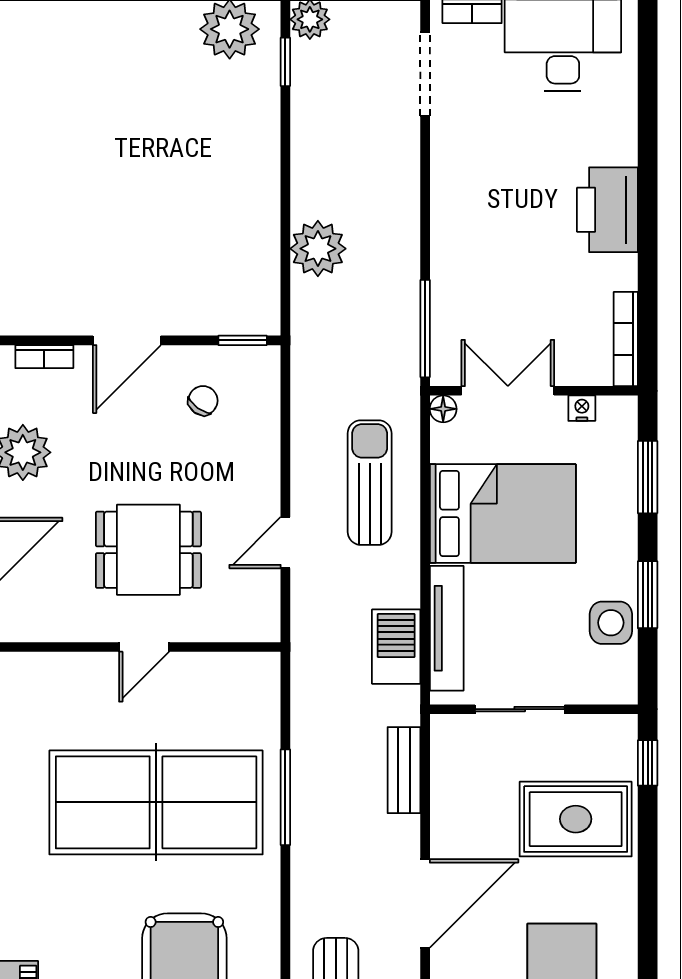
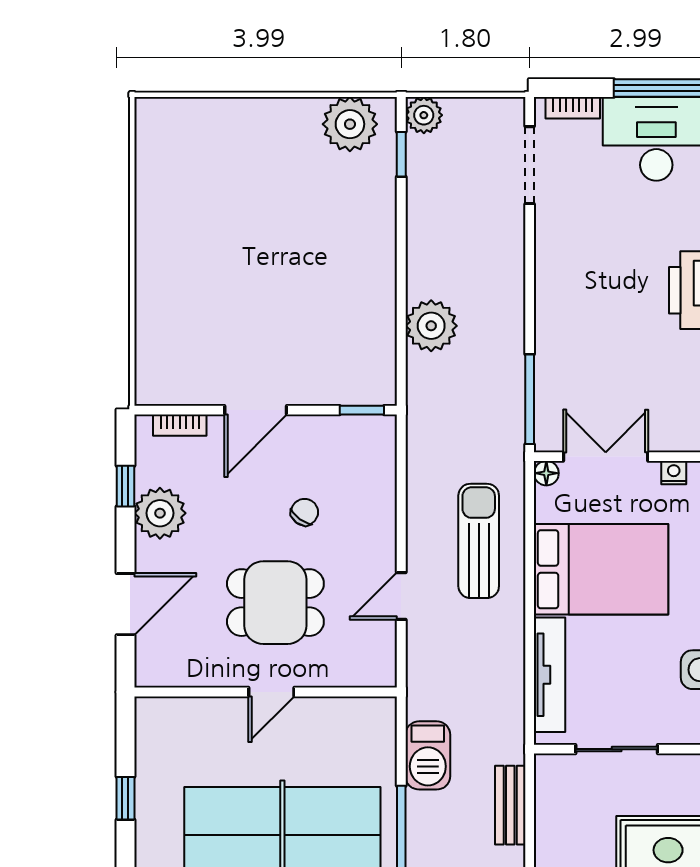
chair: (203, 401) -> (305, 512), moved
barbecue: (396, 647) -> (428, 755), moved, turned 180

